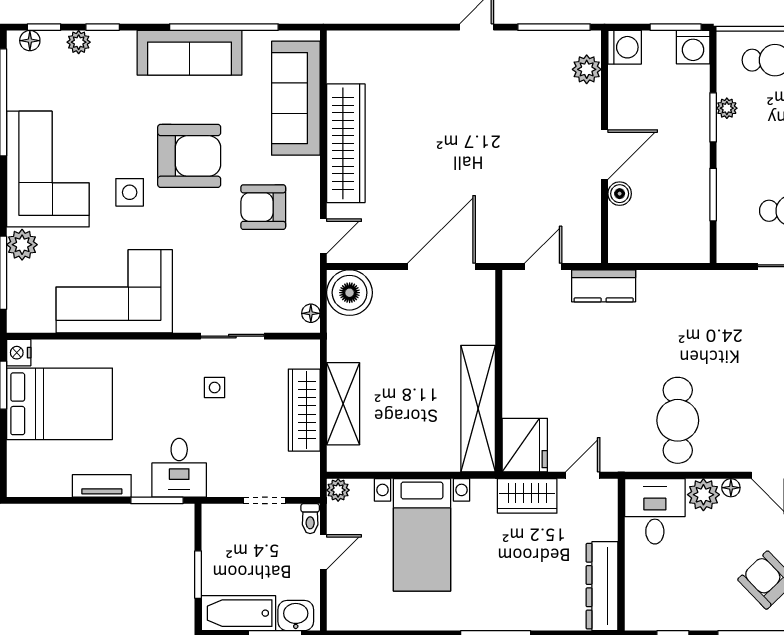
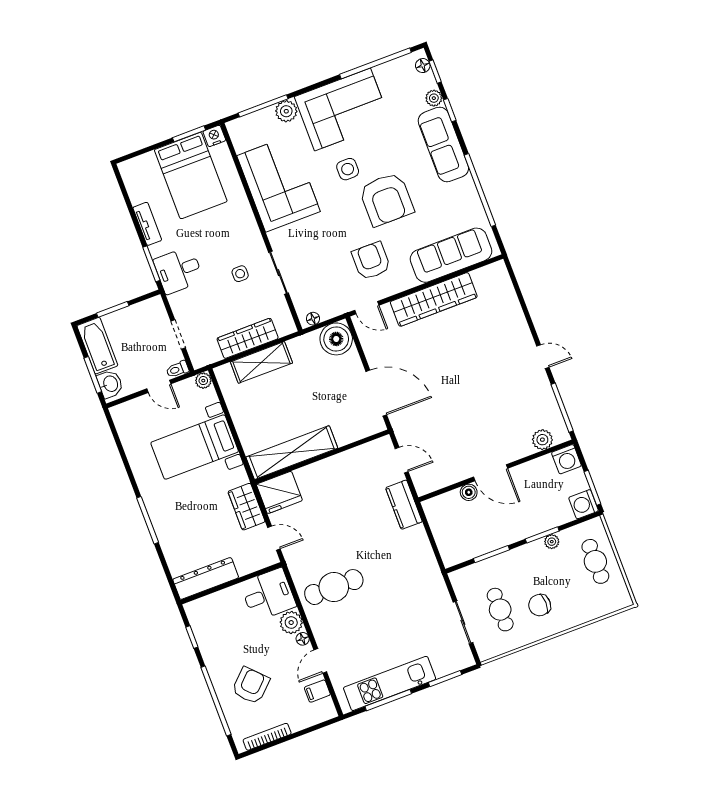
sofa: (190, 53) -> (443, 144), moved

